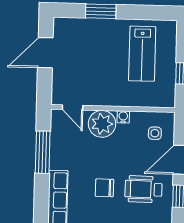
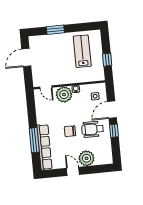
lab bench: (142, 54) -> (82, 51), turned 180
window: (43, 152) -> (34, 140), moved

